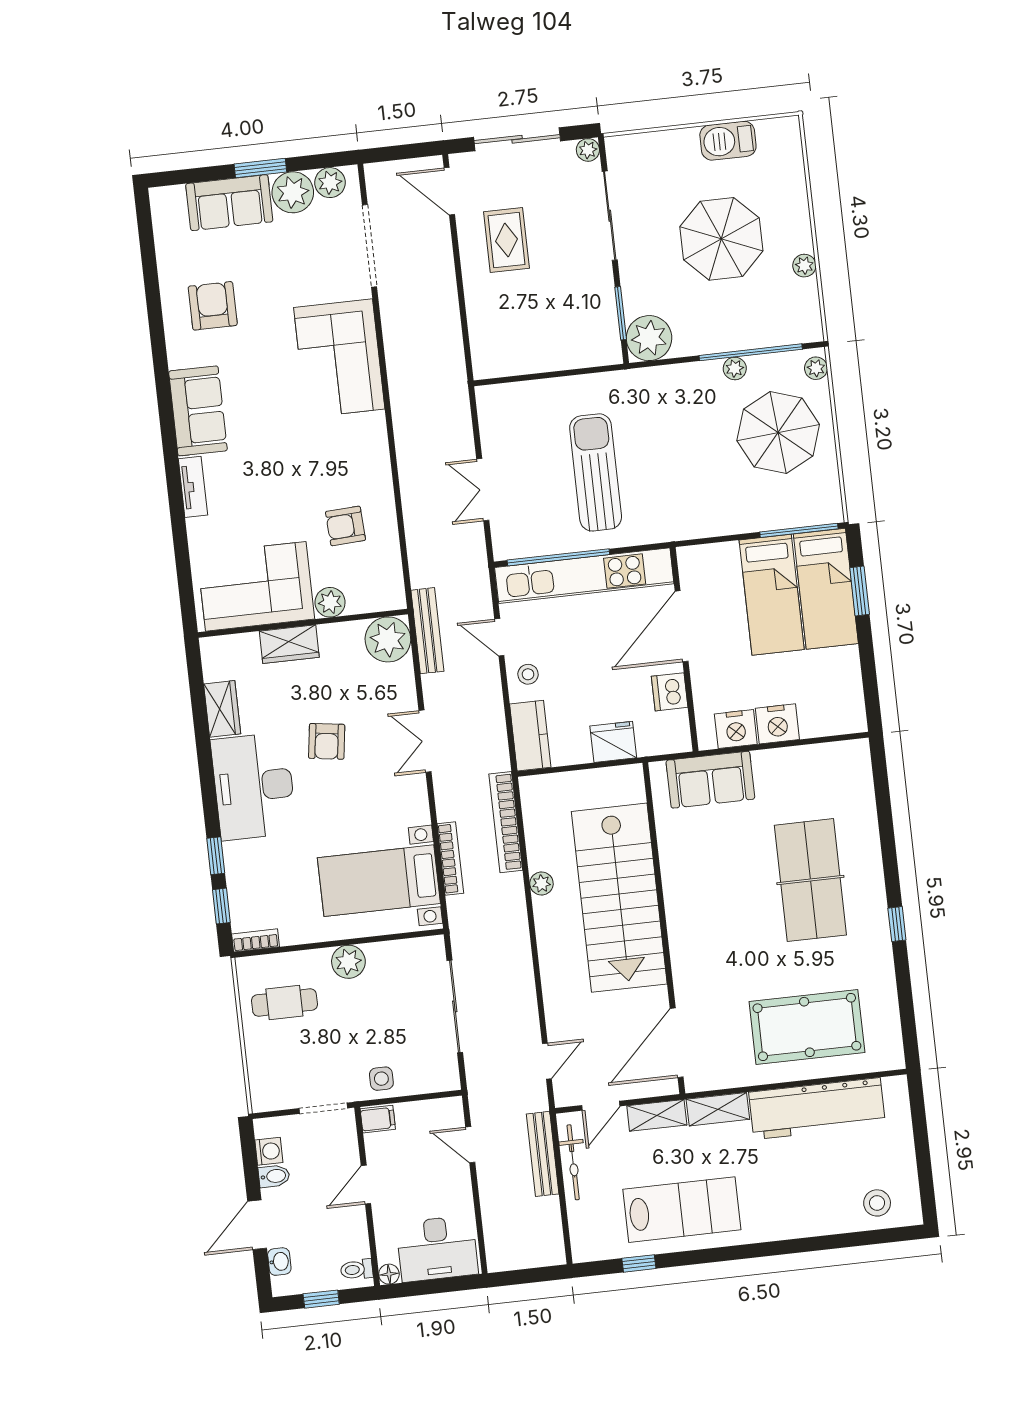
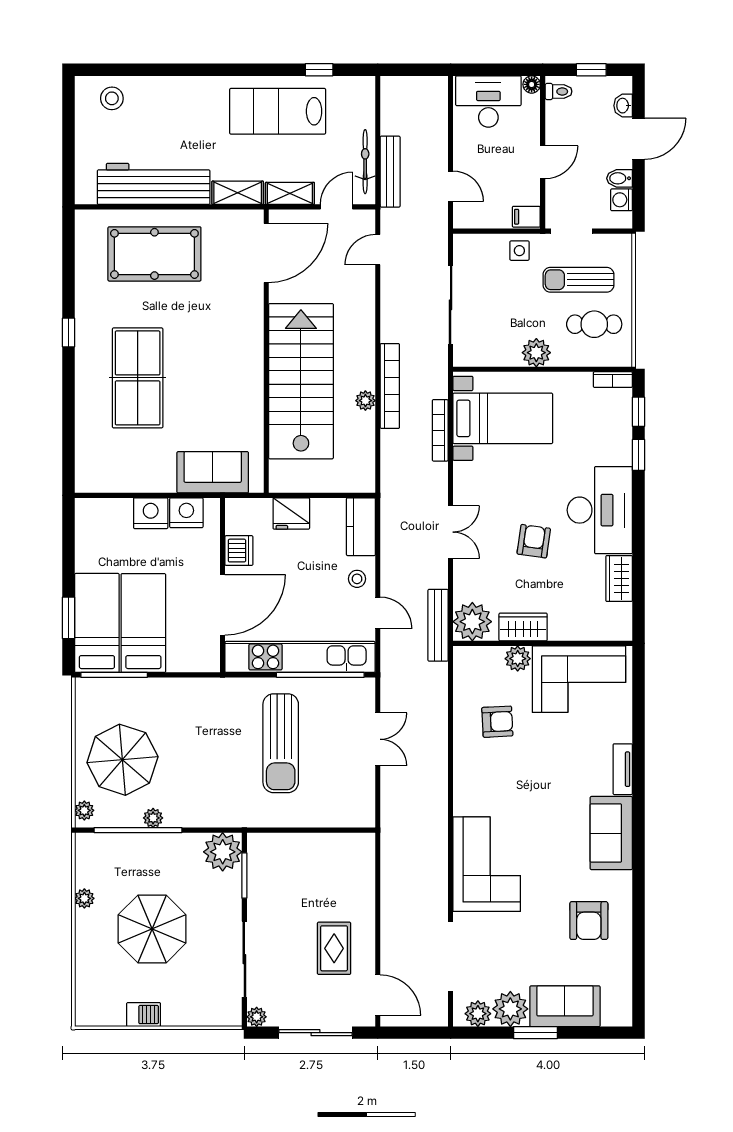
barbecue: (728, 141) -> (144, 1015), width x0.73, depth x0.79
wardrobe: (289, 644) -> (523, 627), moved
bookcase: (506, 822) -> (390, 386), moved
sun lounger: (309, 1052) -> (578, 280), added

